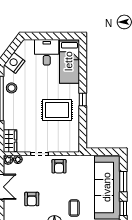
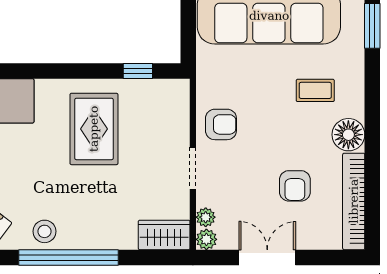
window: (83, 100) -> (138, 71), moved
armchair: (32, 199) -> (295, 186), turned 90

